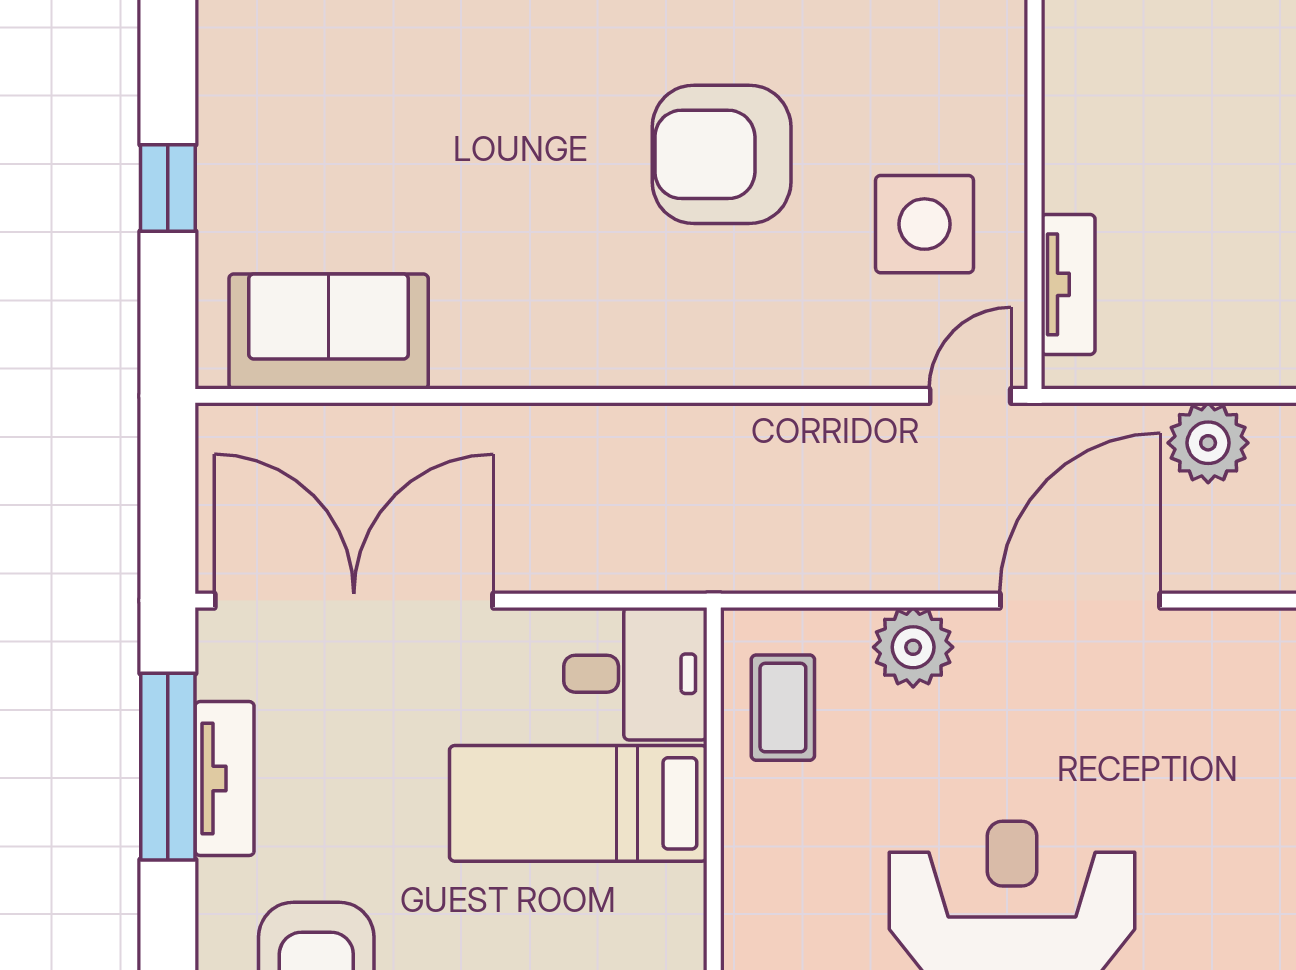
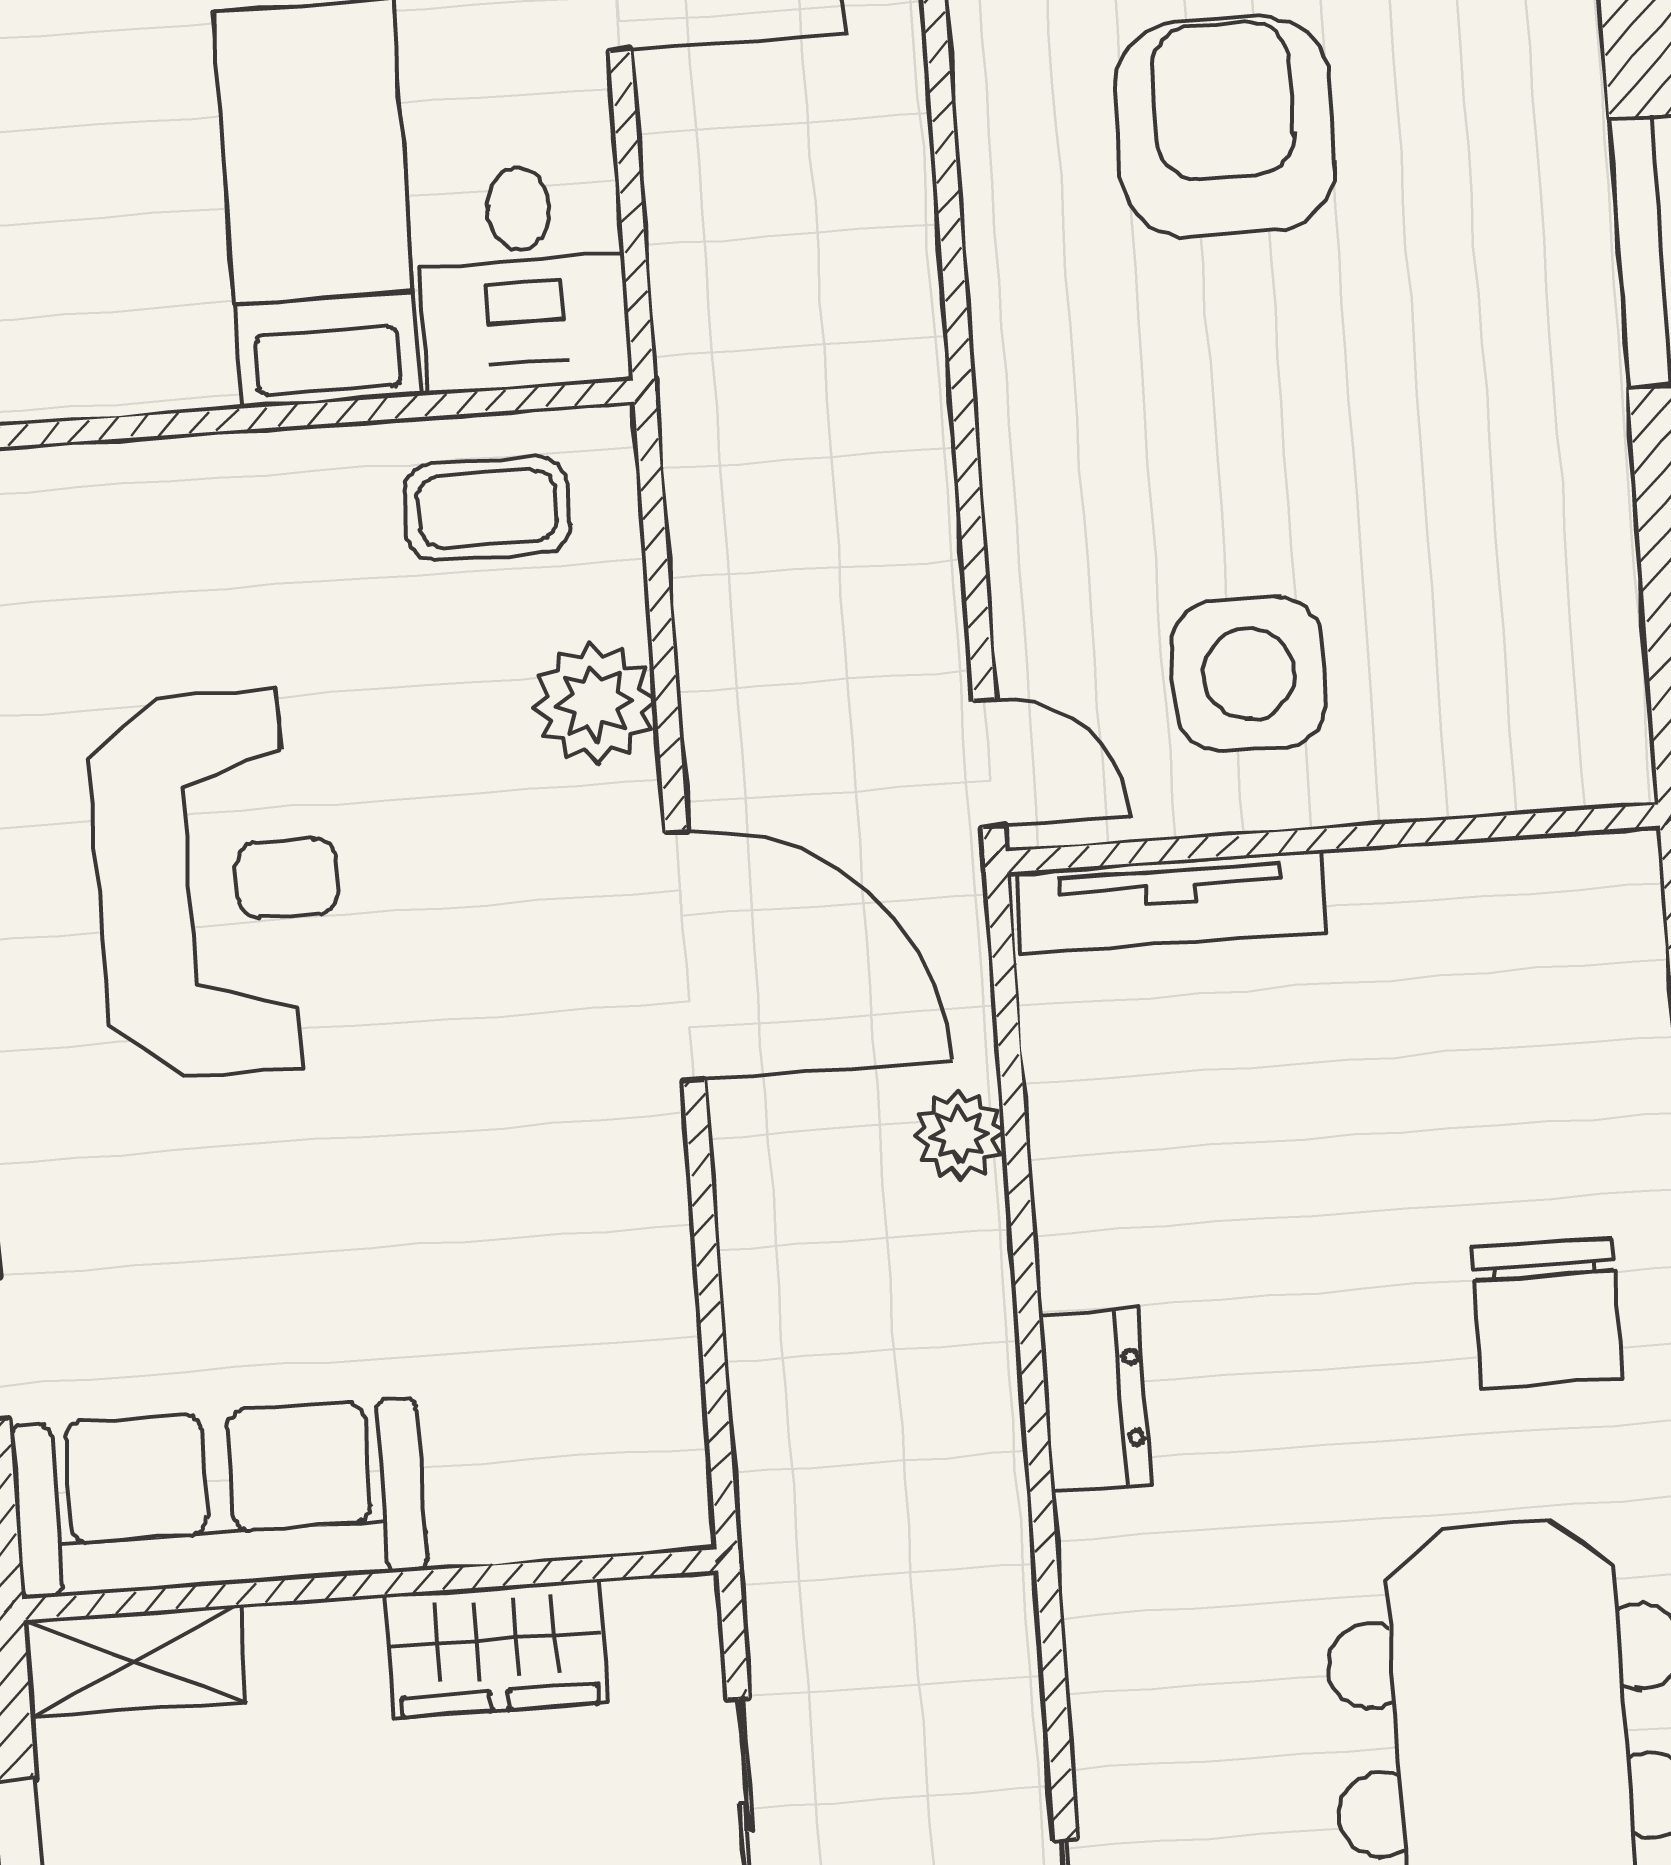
armchair: (722, 154) -> (1225, 127), moved
tv unit: (1068, 284) -> (1171, 902), width x1.41
plant: (1208, 443) -> (959, 1134), width x0.73, depth x0.73

